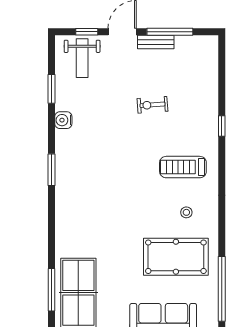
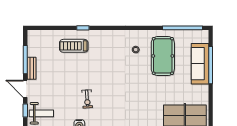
exercise bike: (152, 105) -> (87, 99), moved
treadmill: (183, 167) -> (74, 46), moved, turned 90

